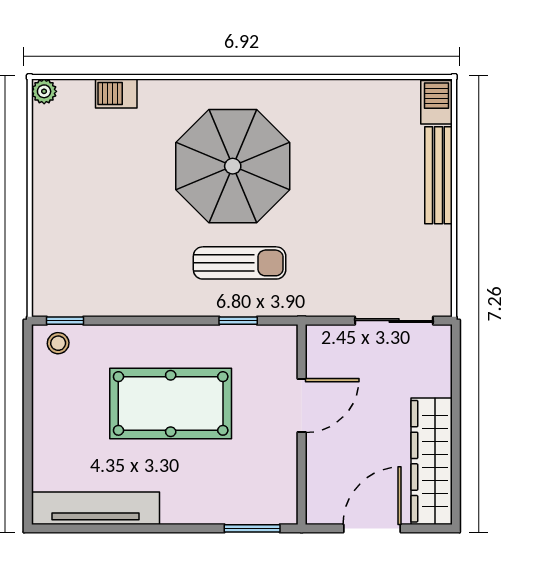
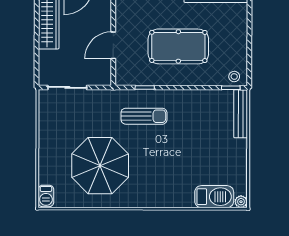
barbecue: (116, 94) -> (214, 197), width x1.88, depth x1.53
parasol: (233, 166) -> (100, 166), moved
bench: (438, 175) -> (241, 114), moved
sun lounger: (240, 263) -> (144, 116), turned 180

